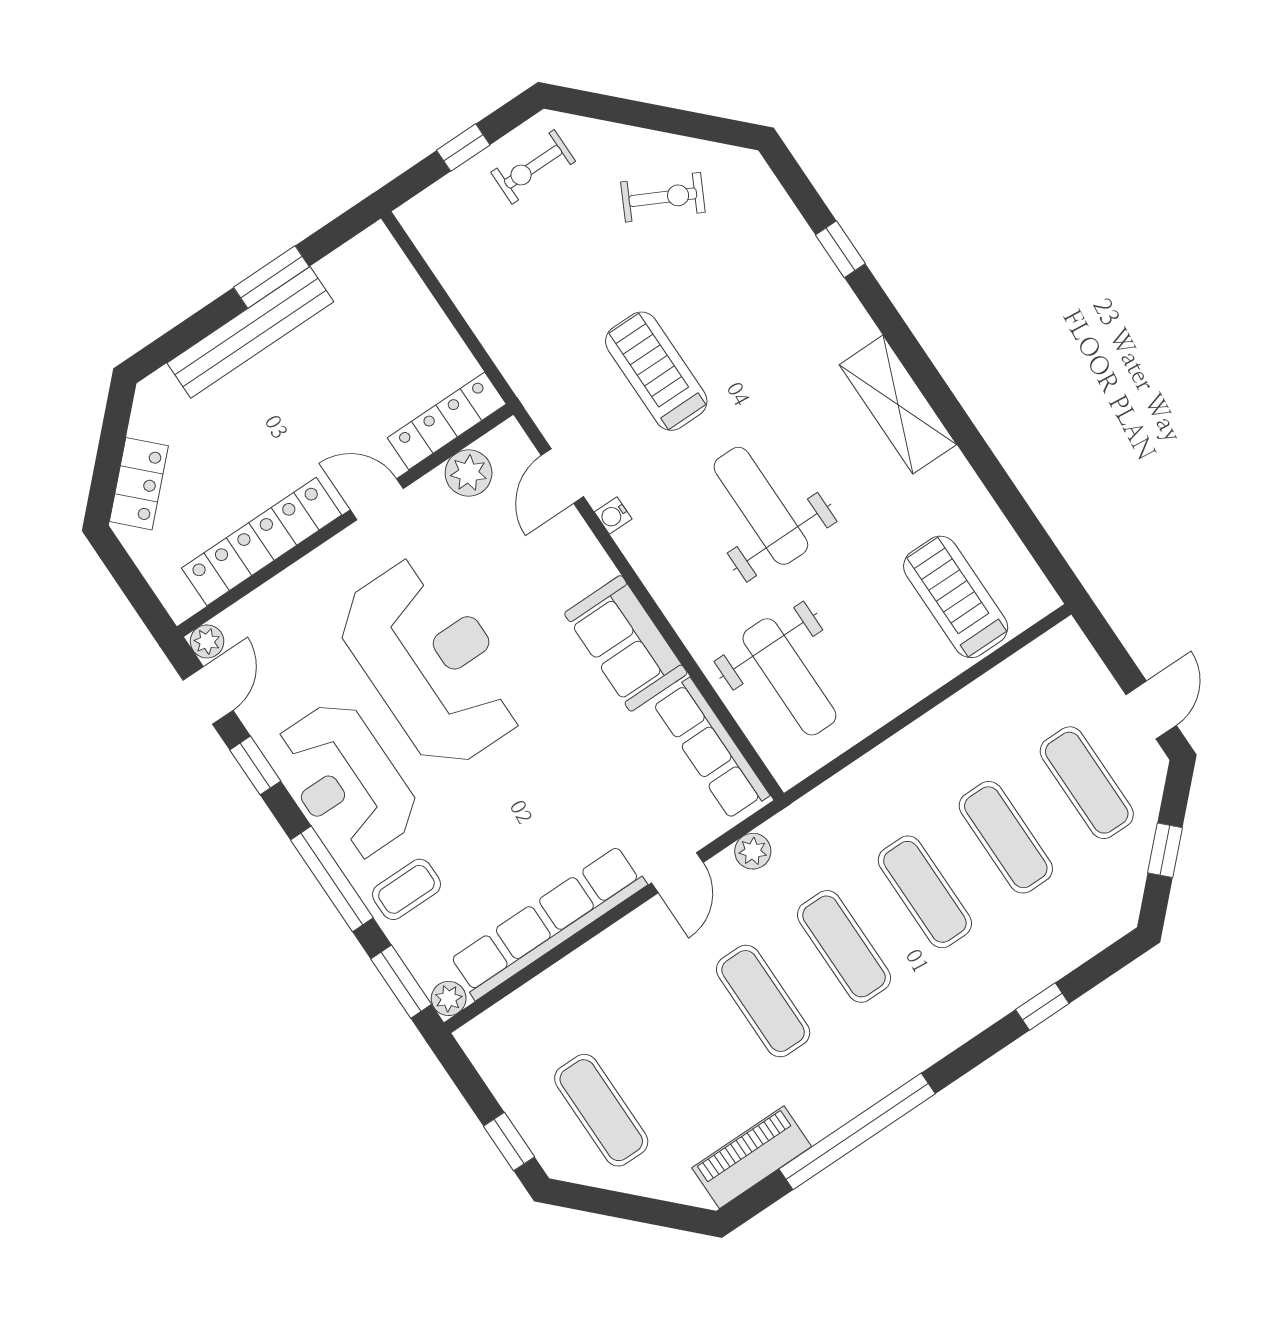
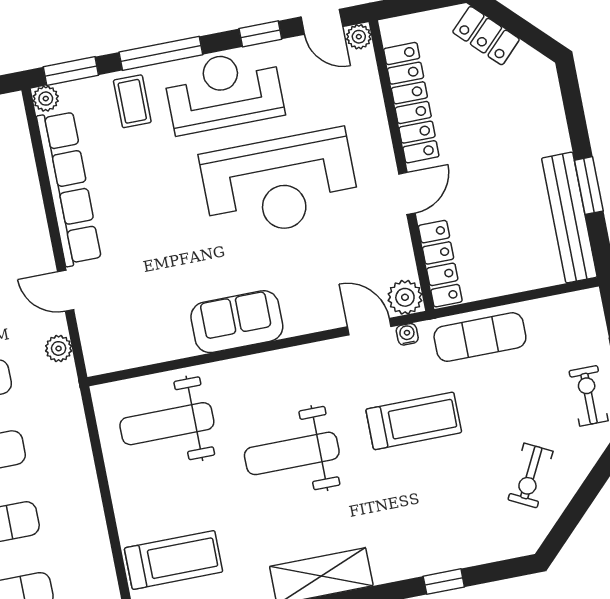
bench: (250, 332) -> (569, 218), moved
exercise mat: (517, 333) -> (480, 337), added
plant: (469, 473) -> (405, 297), moved
weight bench: (761, 506) -> (292, 453), turned 180
water cooler: (613, 515) -> (407, 334), moved
row of seats: (711, 749) -> (140, 349), removed

